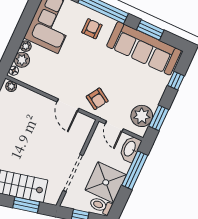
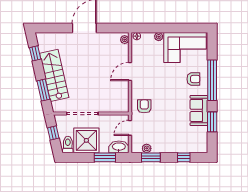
sofa: (144, 48) -> (199, 110), width x0.54, depth x0.79
plant: (22, 60) -> (147, 38), removed
armchair: (97, 99) -> (144, 106), turned 148
door: (68, 105) -> (130, 72), moved
plant: (142, 116) -> (147, 148), width x0.53, depth x0.53
window: (135, 170) -> (105, 157), width x0.69

